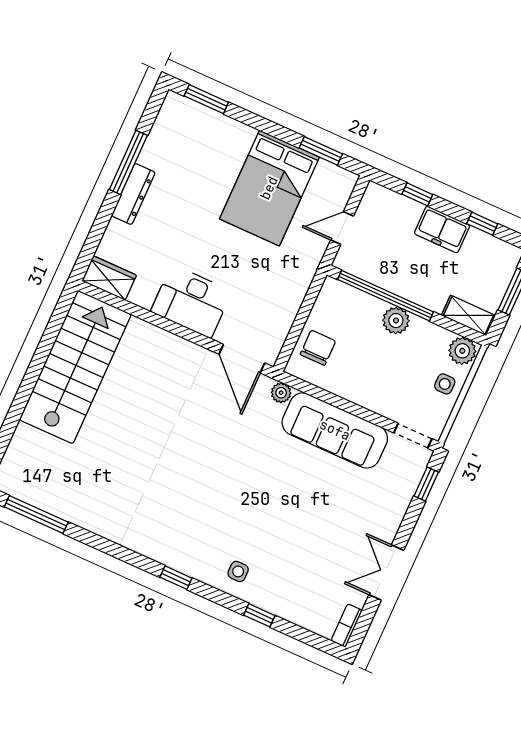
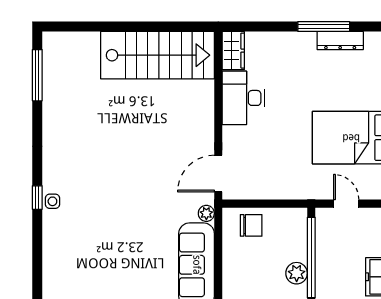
dresser: (133, 194) -> (340, 41), moved
desk: (191, 301) -> (243, 98), moved
side table: (238, 571) -> (52, 201), moved
window: (259, 615) -> (37, 271), removed

